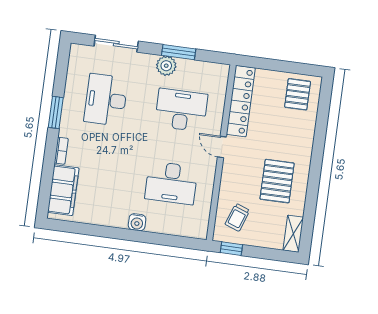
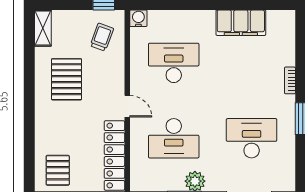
desk: (106, 100) -> (252, 138), turned -90
filing cabinet: (63, 190) -> (241, 23), moved, turned -90
water cooler: (137, 222) -> (138, 18), moved

